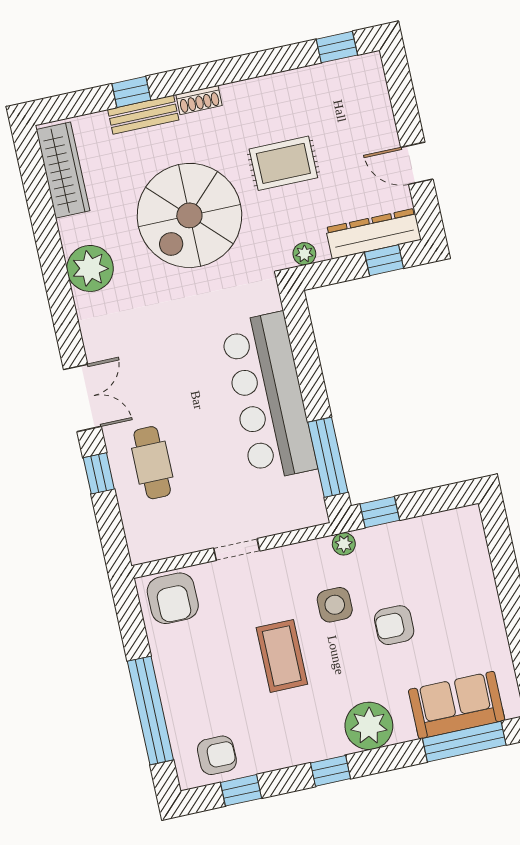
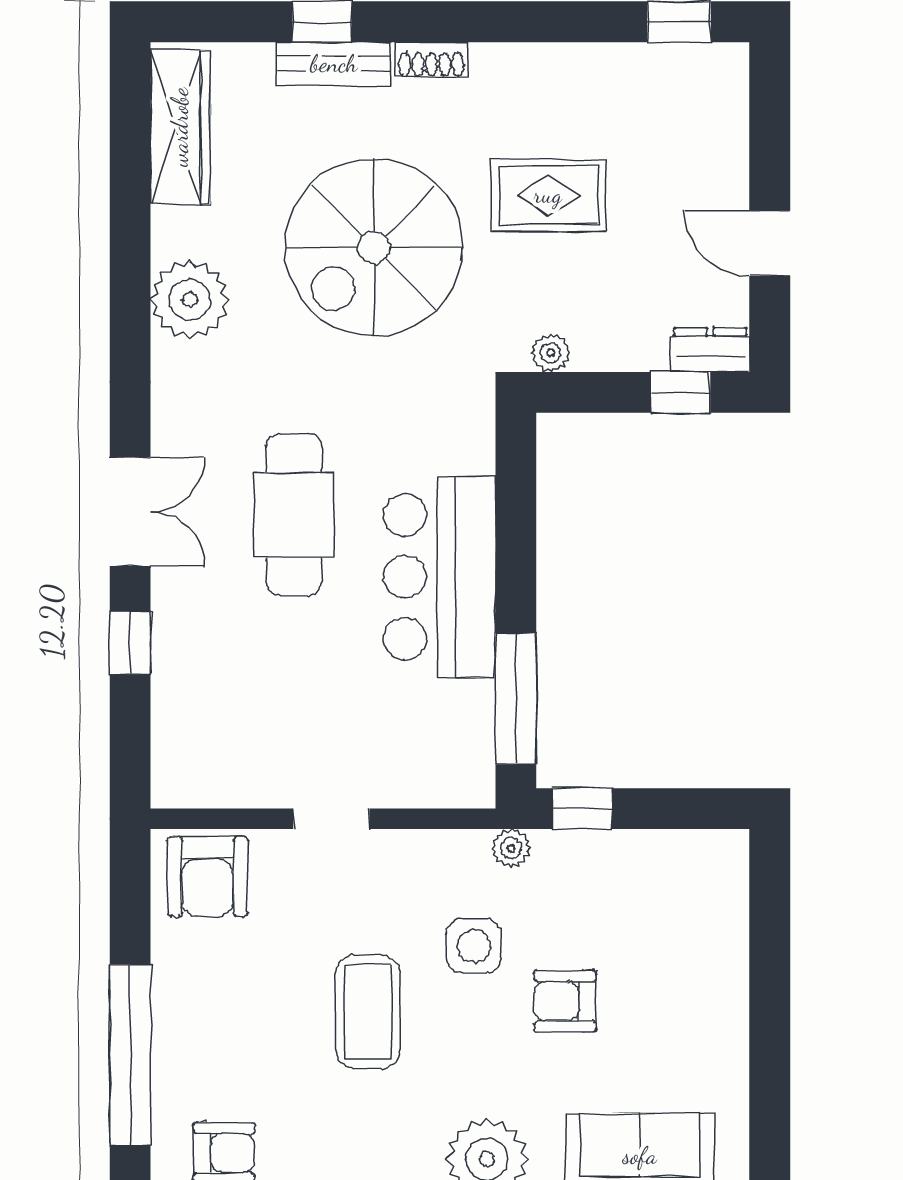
dresser: (373, 234) -> (710, 350), width x0.51, depth x0.80
bar counter: (269, 397) -> (440, 577), width x0.73
cafe table: (152, 463) -> (294, 515), moved, width x1.37, depth x1.35

